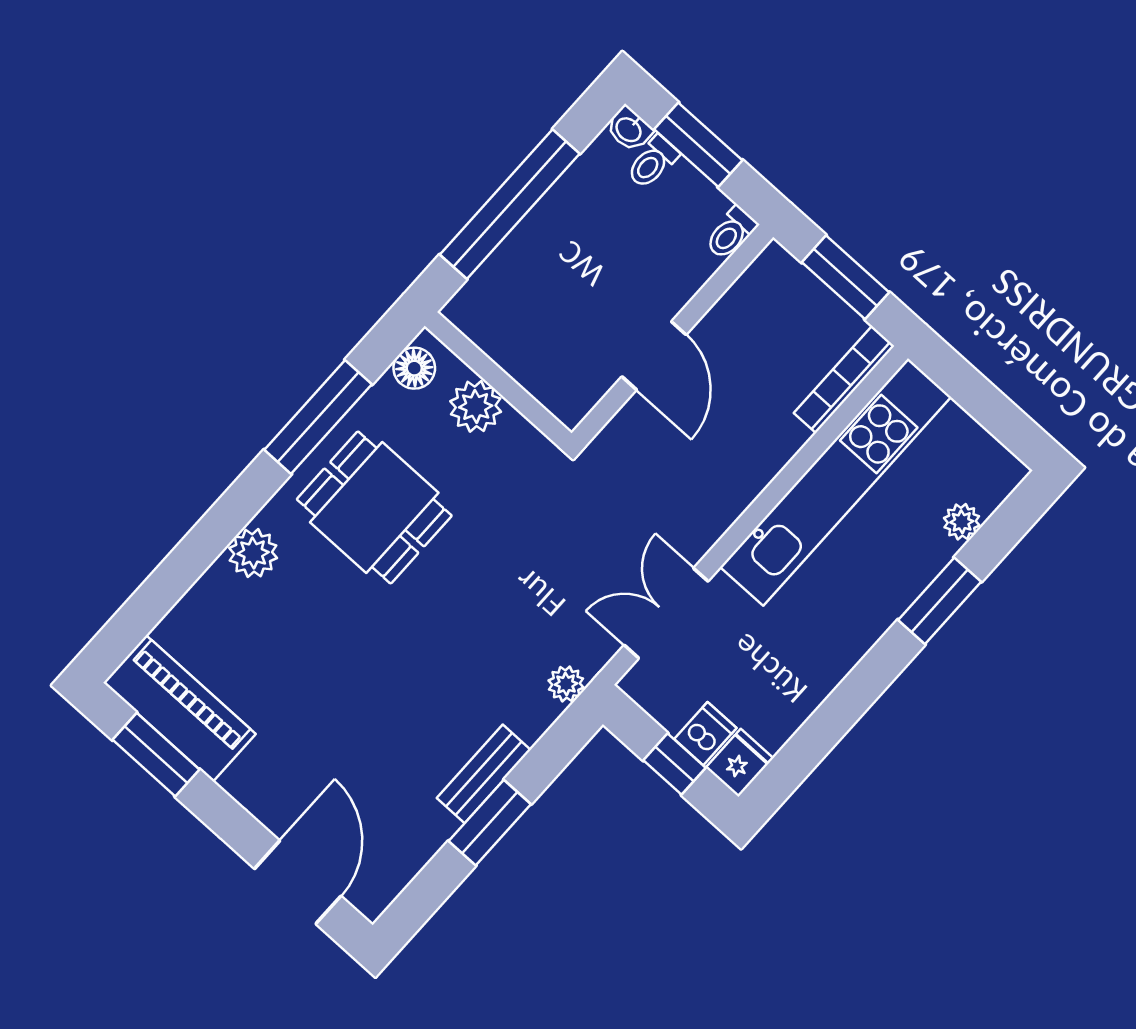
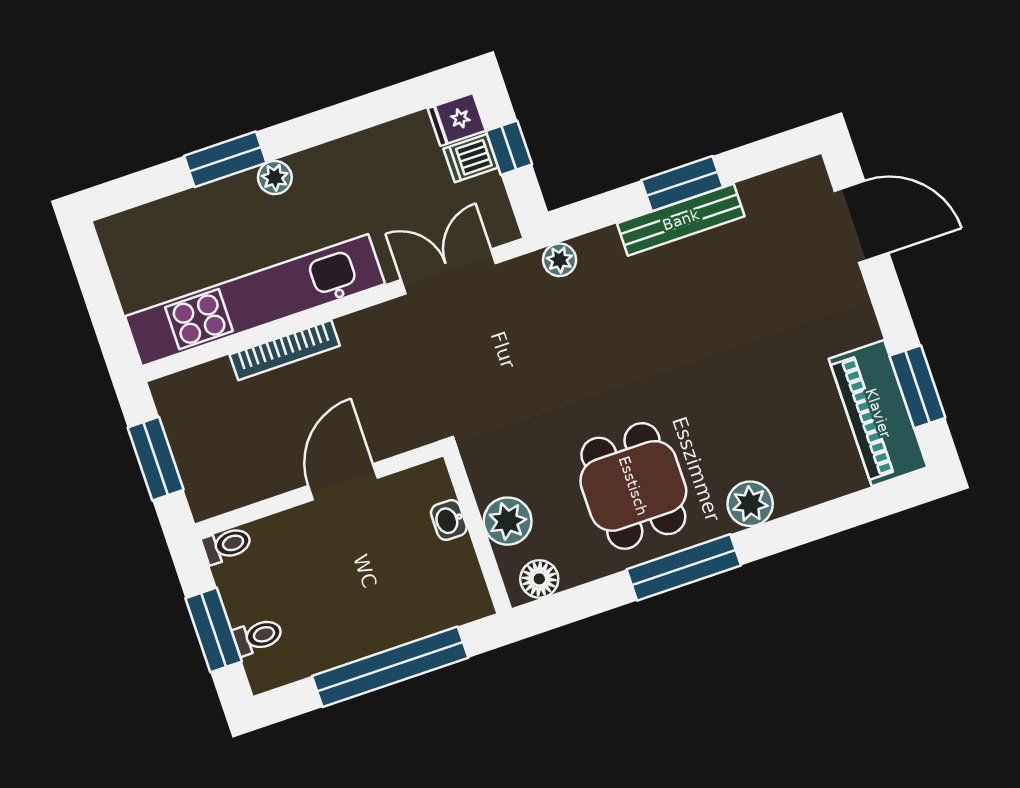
washbasin: (629, 129) -> (449, 520), moved, turned 180
bookcase: (844, 380) -> (285, 350), moved
window: (318, 417) -> (684, 567), moved
plant: (962, 522) -> (275, 178), moved
double door: (666, 613) -> (448, 271), swing flipped
bench: (484, 774) -> (681, 220), width x1.36
door: (298, 882) -> (862, 222), swing flipped

